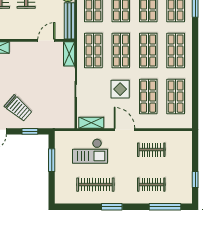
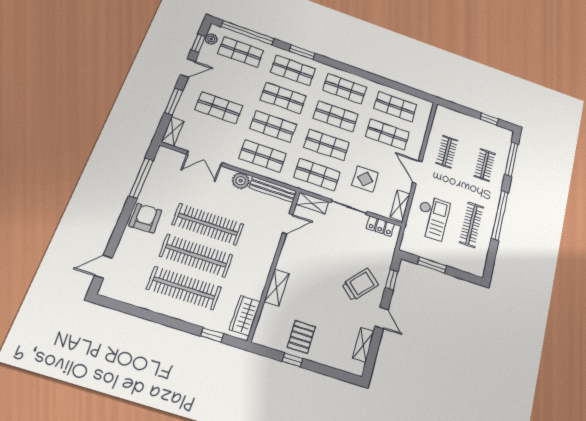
door: (46, 40) -> (288, 224), swing flipped
display table: (120, 89) -> (365, 179), moved
locker: (69, 112) -> (380, 226), added
door: (124, 130) -> (417, 172), hinge flipped
window: (112, 207) -> (500, 215), width x2.11

